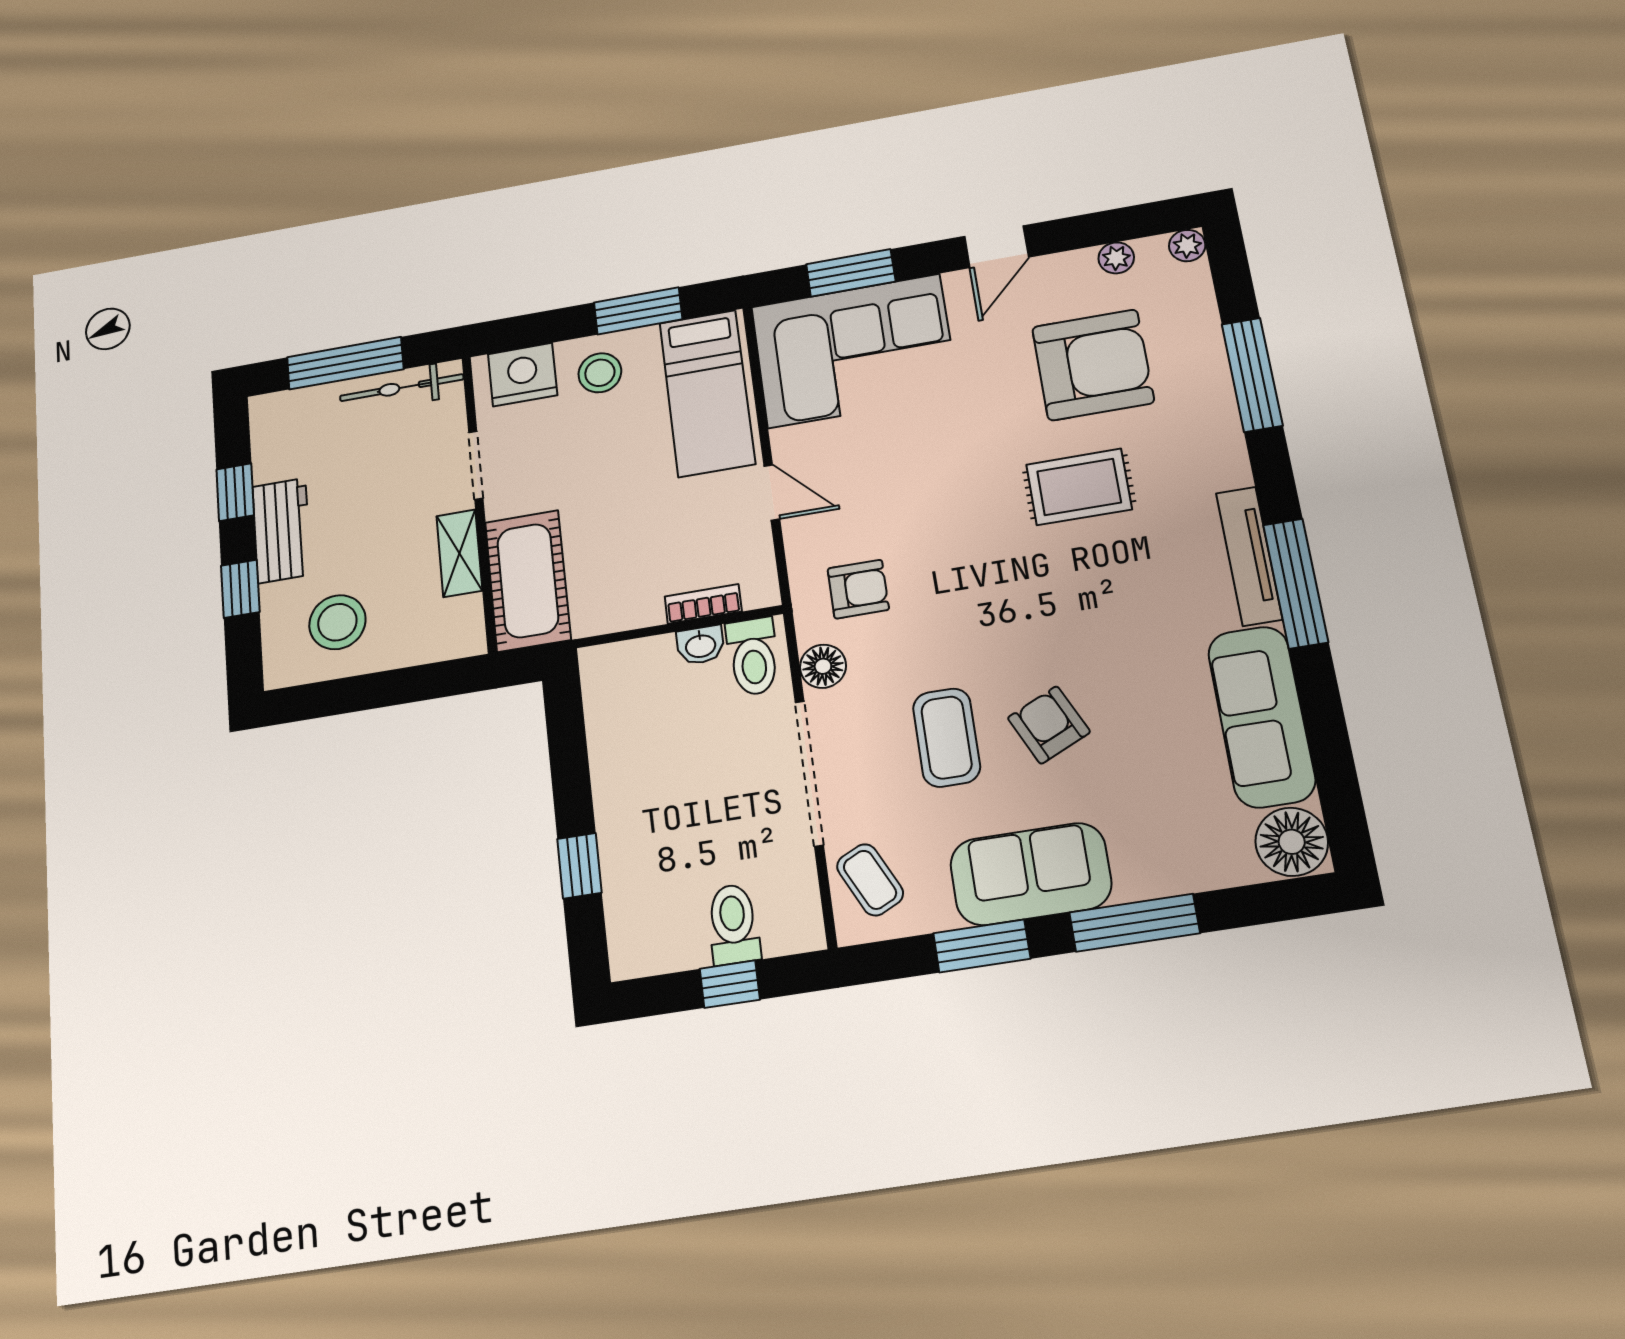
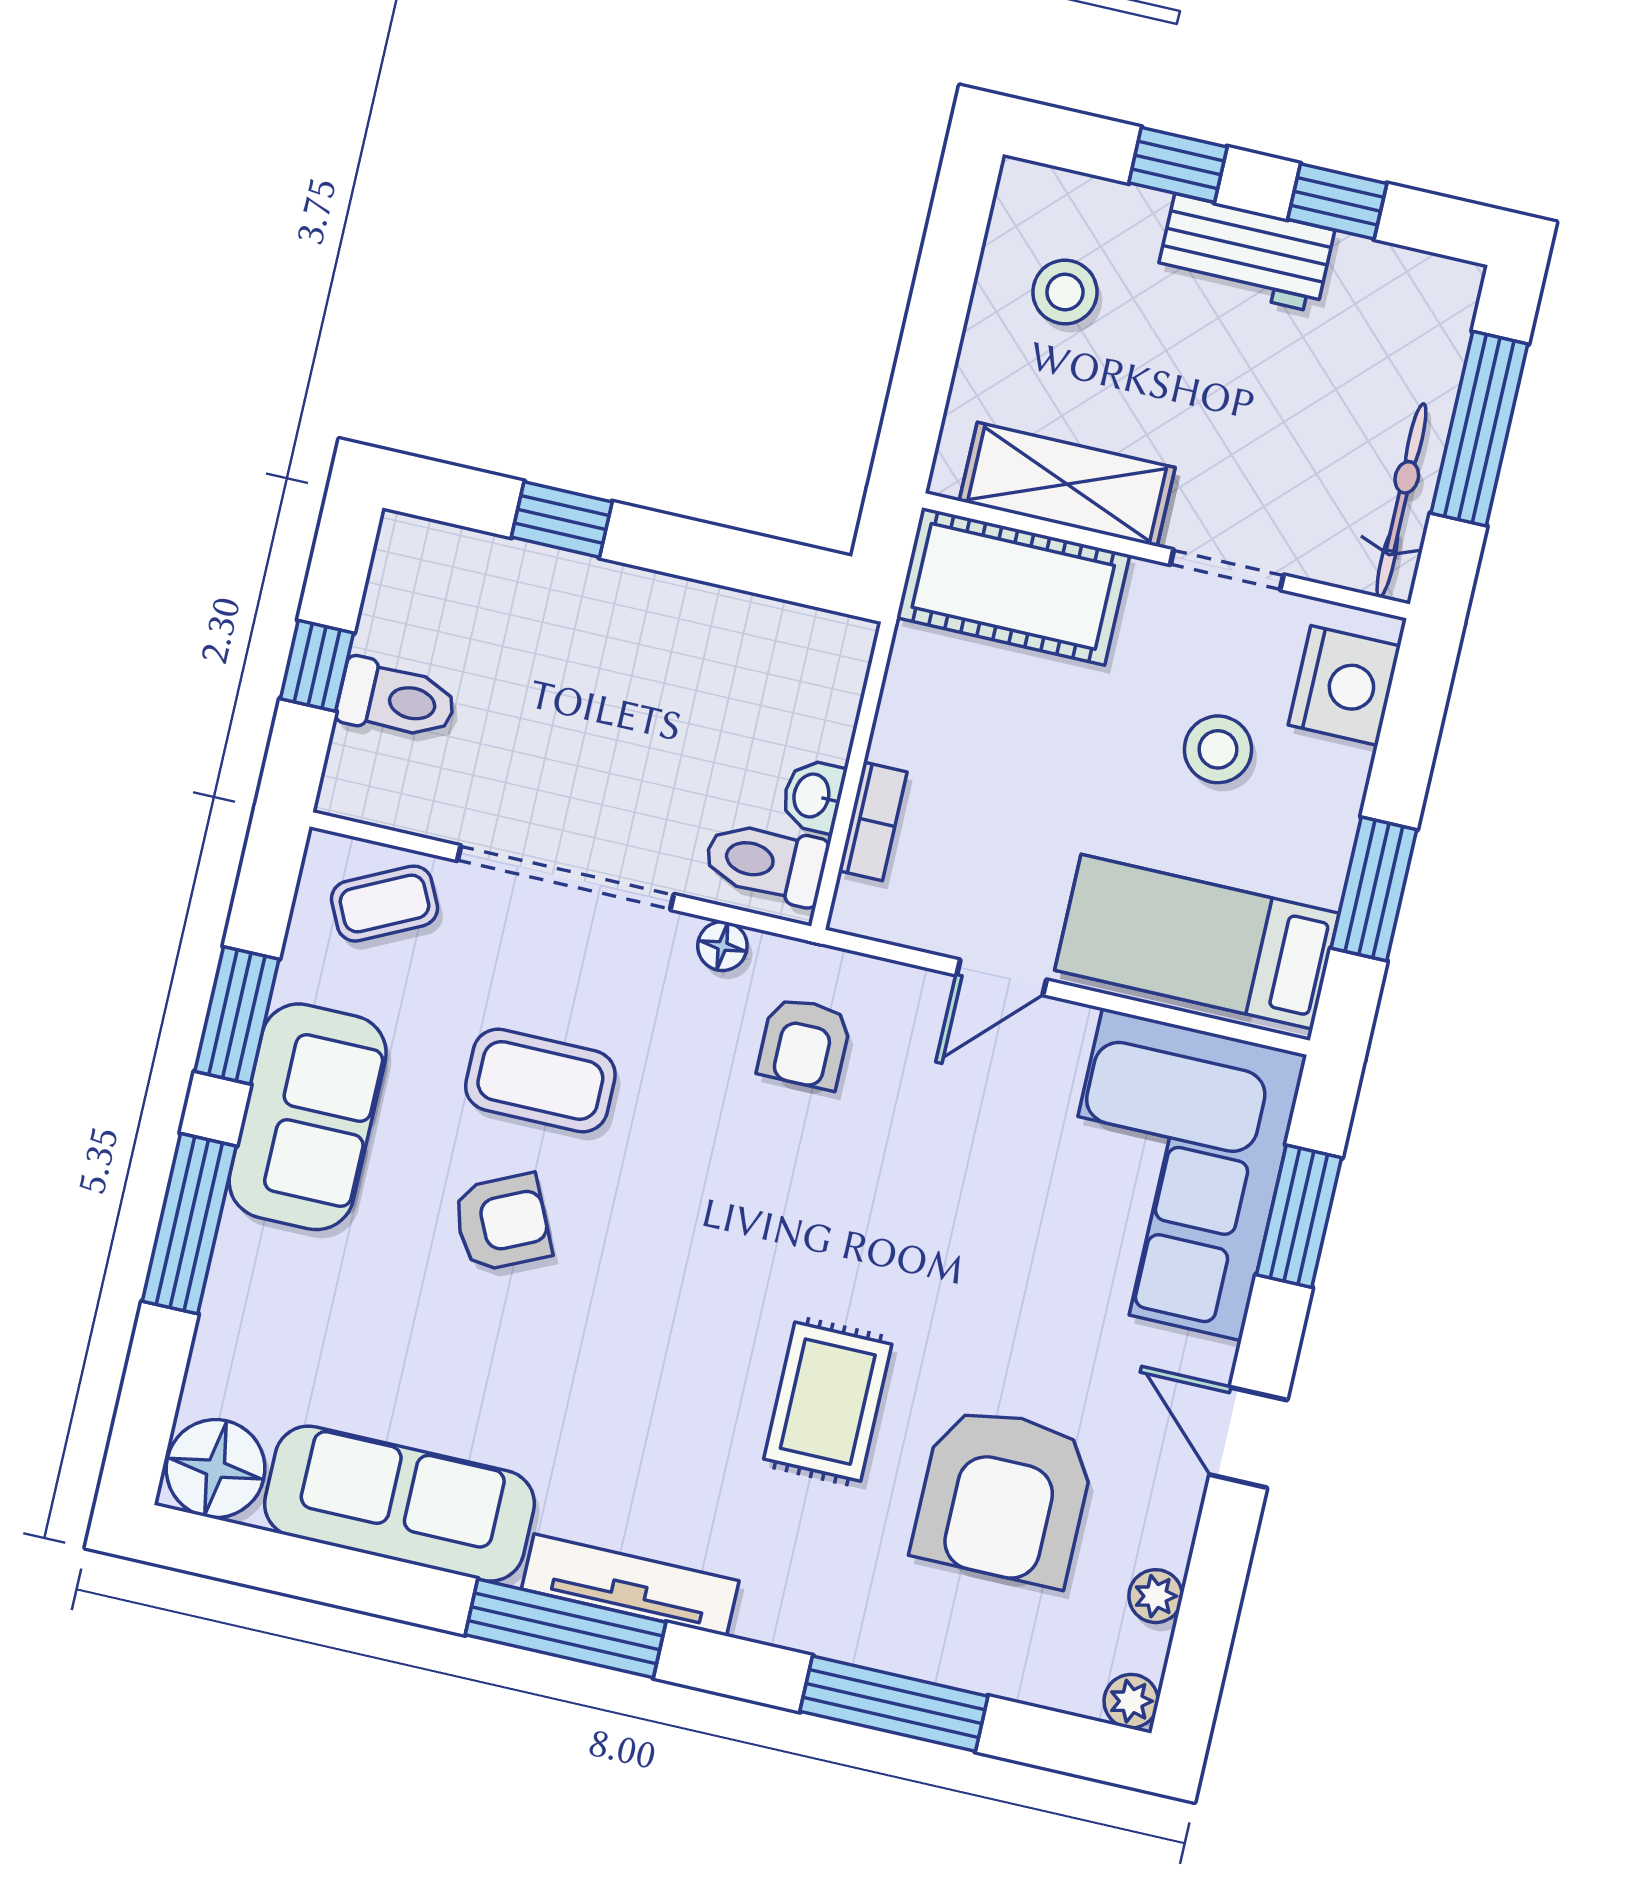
stool: (600, 373) -> (1218, 749), moved
shelving: (459, 553) -> (1067, 484), width x1.50, depth x1.33
stool: (337, 622) -> (1065, 292), width x0.73, depth x0.73
floor lamp: (823, 666) -> (722, 946), width x0.73, depth x0.73

